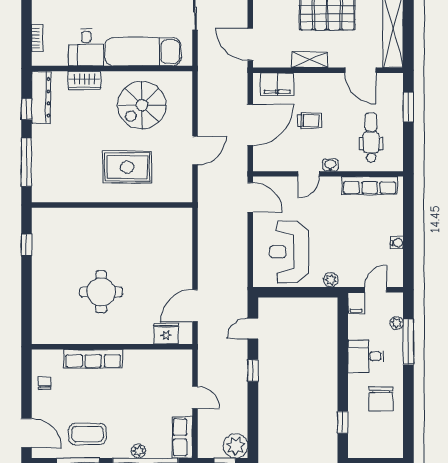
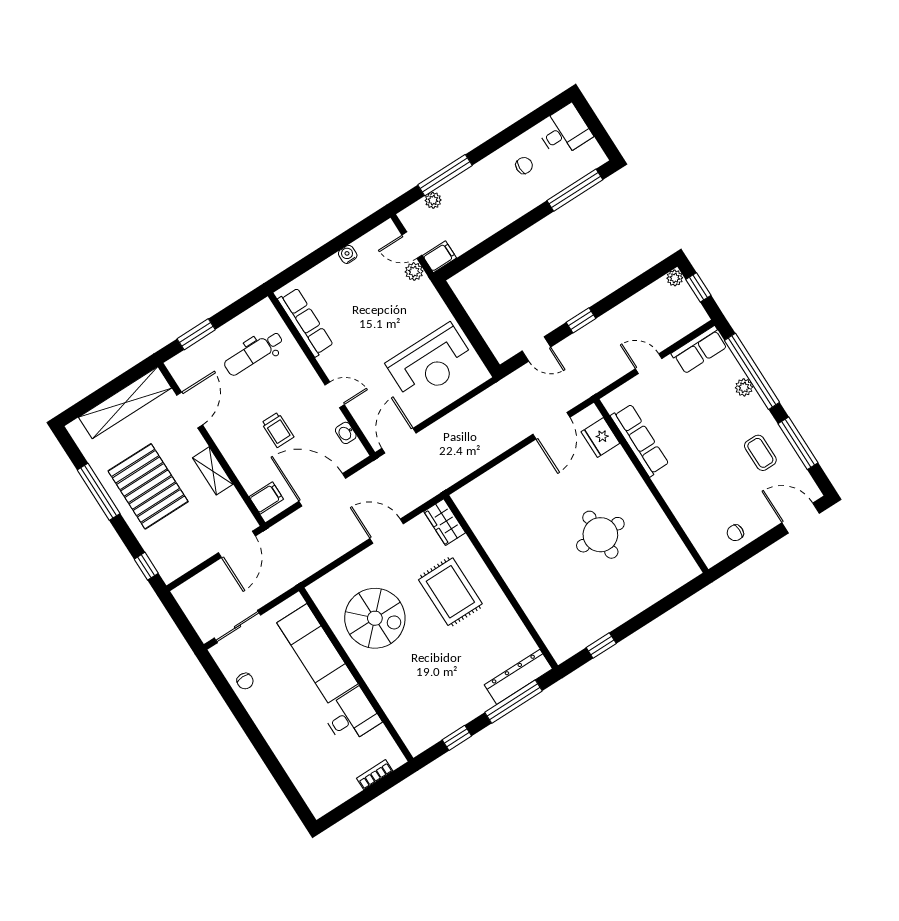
wardrobe: (84, 81) -> (445, 522), moved, turned 180
filing cabinet: (277, 84) -> (266, 498), width x0.50
dresser: (41, 97) -> (518, 677), moved
trolley: (310, 121) -> (278, 430), turned 180
washbasin: (330, 165) -> (346, 433), moved
plant: (331, 280) -> (414, 272), moved
door: (195, 306) -> (551, 426), hinge flipped
desk: (366, 356) -> (564, 131), moved, turned -90
row of seats: (93, 359) -> (640, 440), moved
door: (195, 397) -> (649, 364), hinge flipped
chair: (381, 399) -> (524, 166), width x0.54, depth x0.54
window: (343, 422) -> (575, 190), width x2.17
door: (27, 433) -> (801, 518), hinge flipped
coffee table: (87, 434) -> (760, 453), width x0.73, depth x0.77
plant: (235, 446) -> (675, 278), width x0.53, depth x0.53

